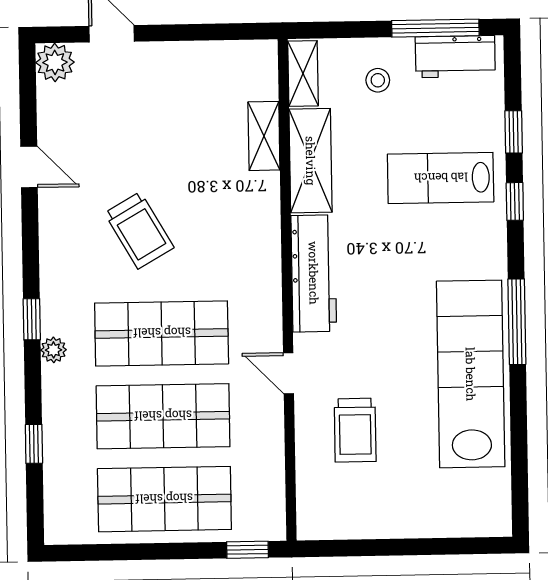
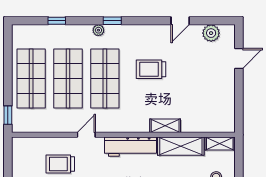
plant: (55, 62) -> (211, 33), moved
shelving: (264, 136) -> (165, 126), moved
trolley: (139, 230) -> (151, 69), turned 30

